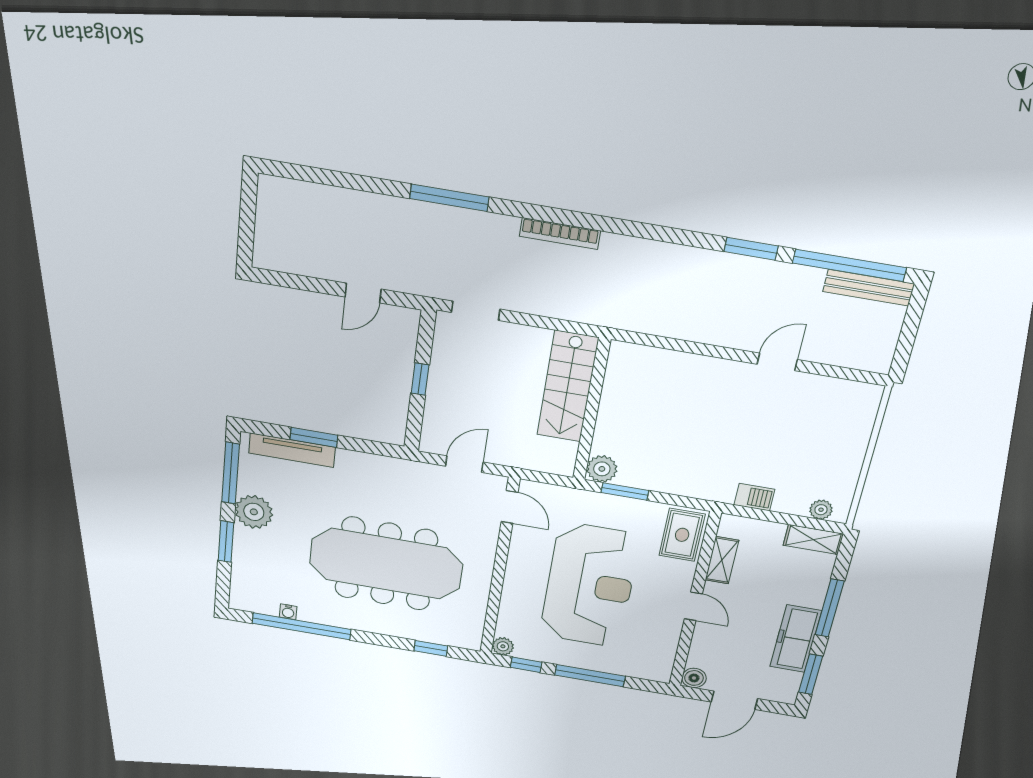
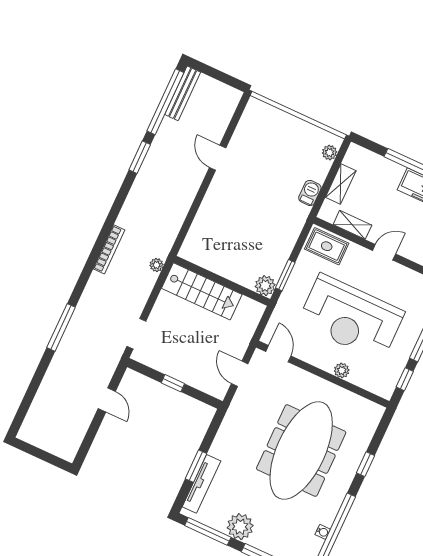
bookcase: (560, 234) -> (109, 249), moved
plant: (589, 314) -> (156, 265), added
door: (510, 507) -> (278, 354), hinge flipped
shelving: (813, 540) -> (341, 184), moved
reception desk: (590, 585) -> (351, 318), turned 180
plant: (503, 646) -> (342, 370), moved
window: (431, 648) -> (365, 464), moved

